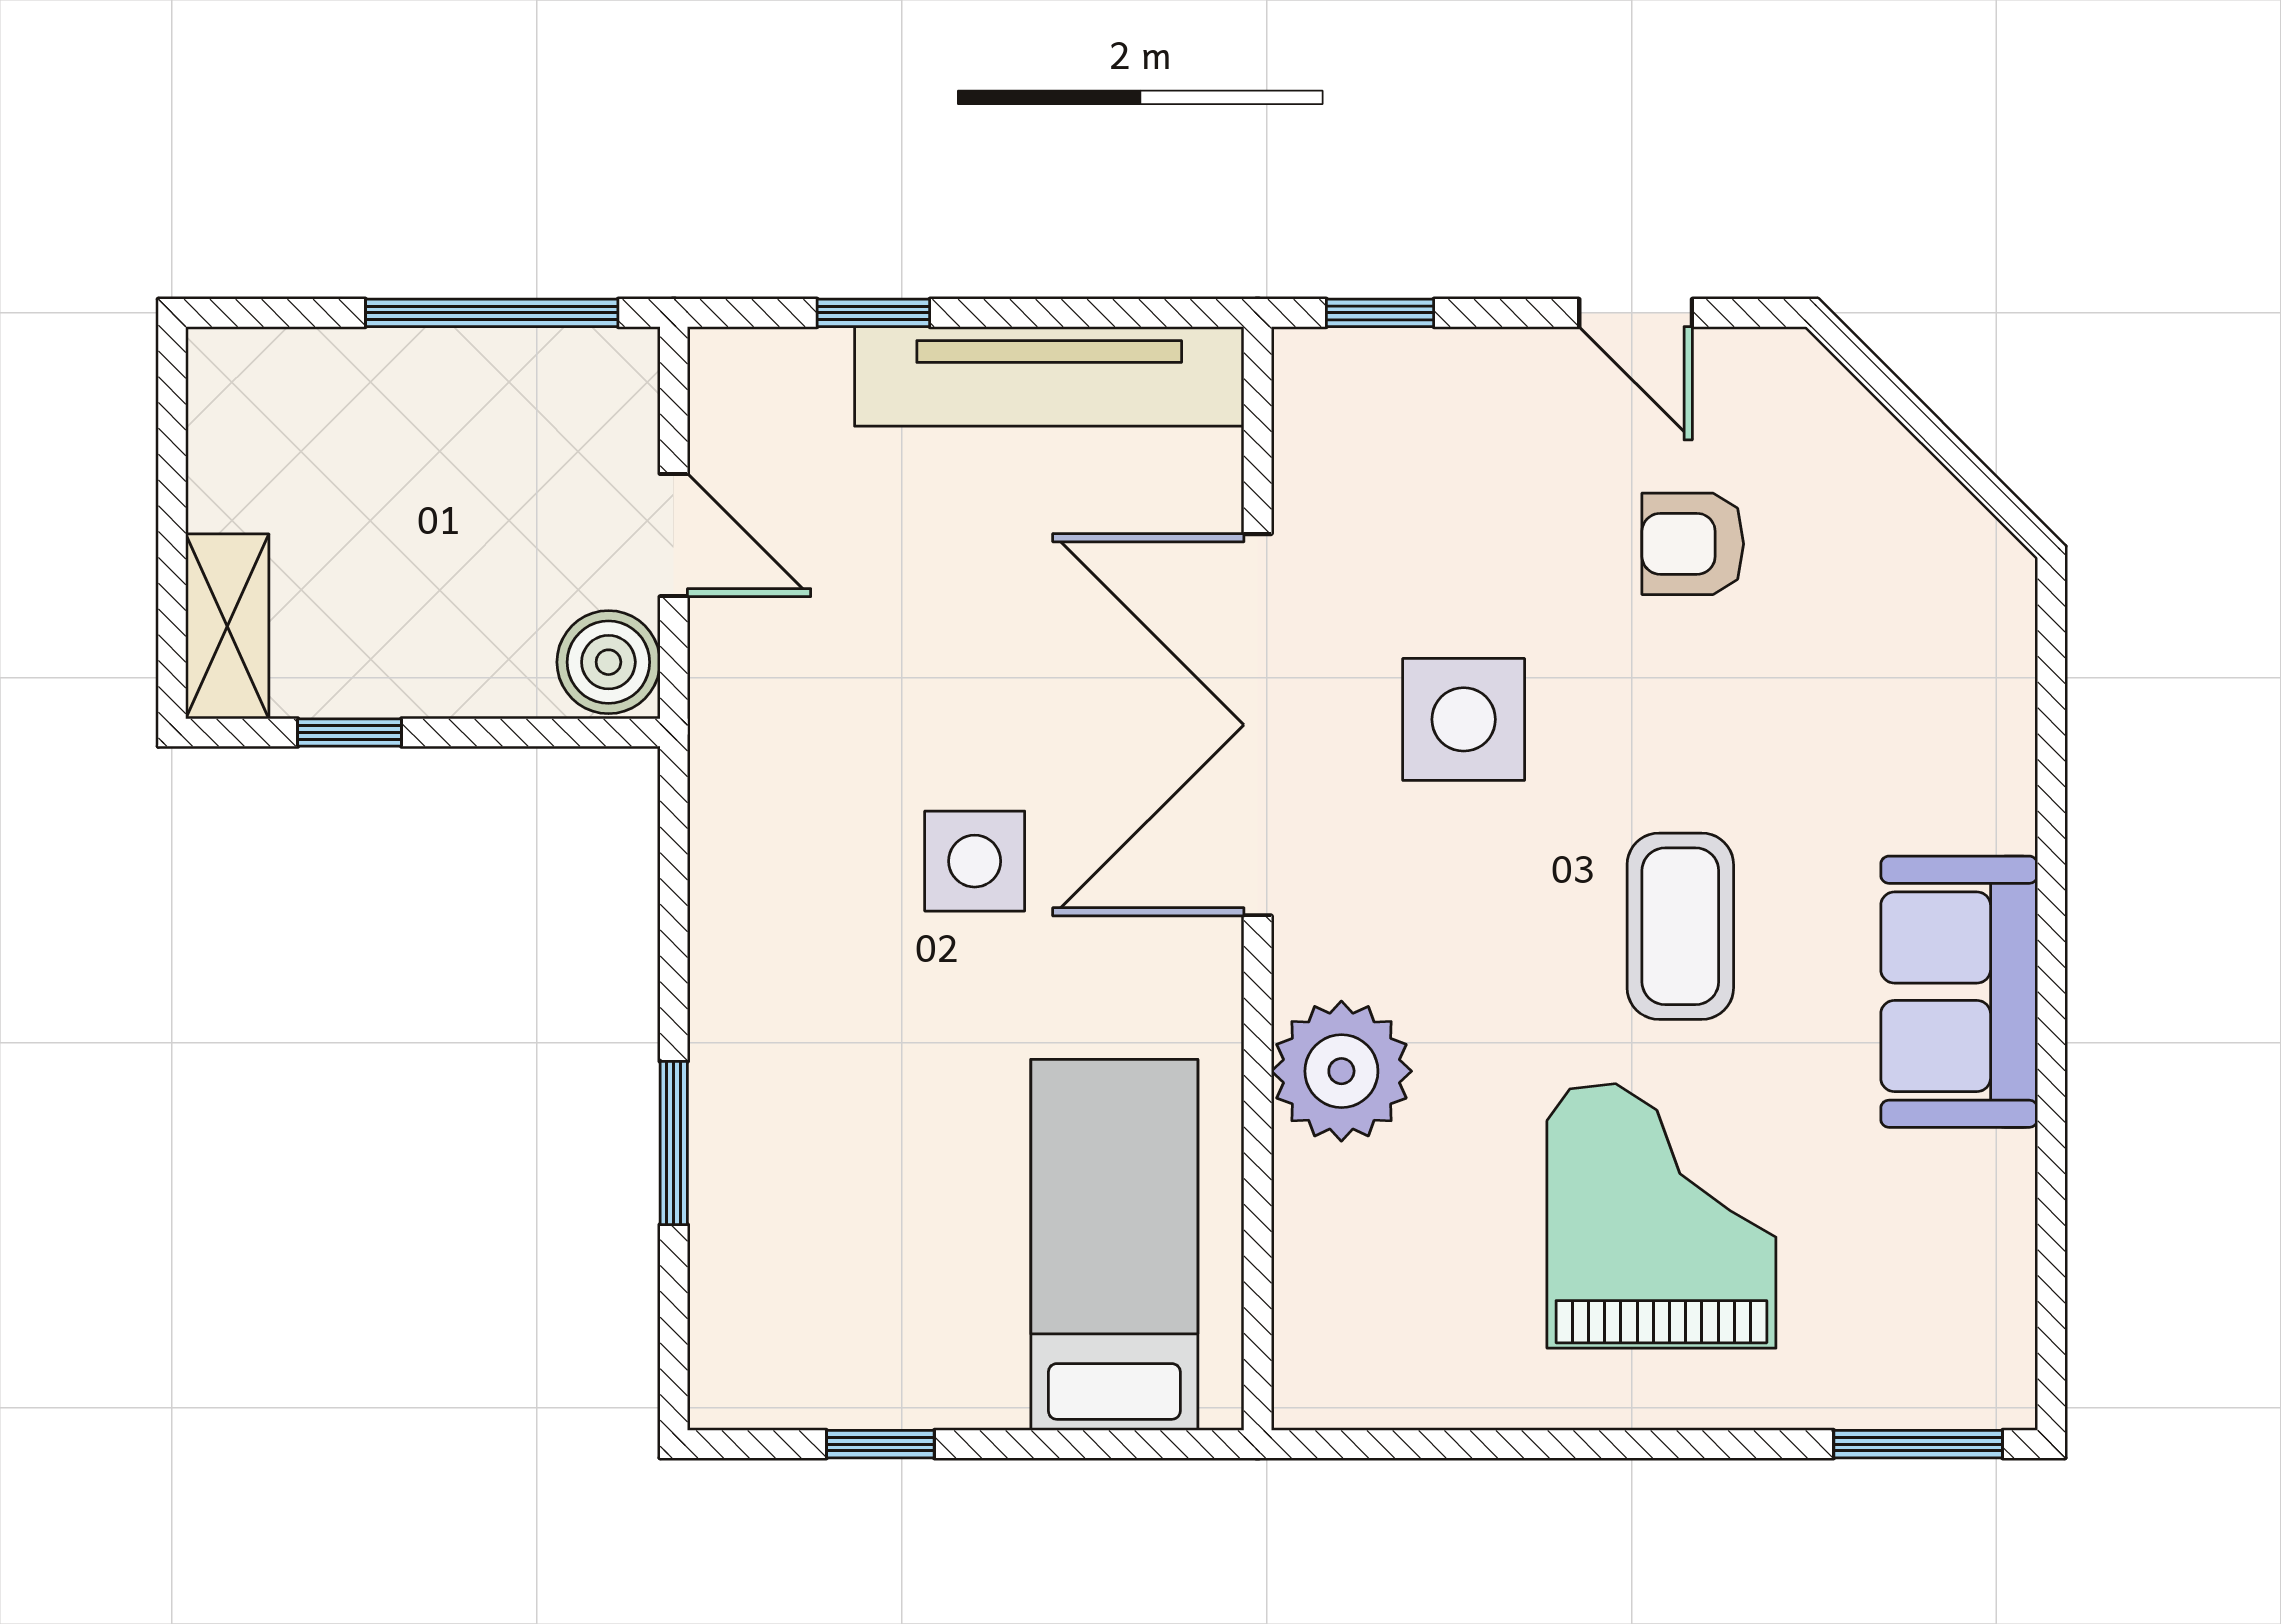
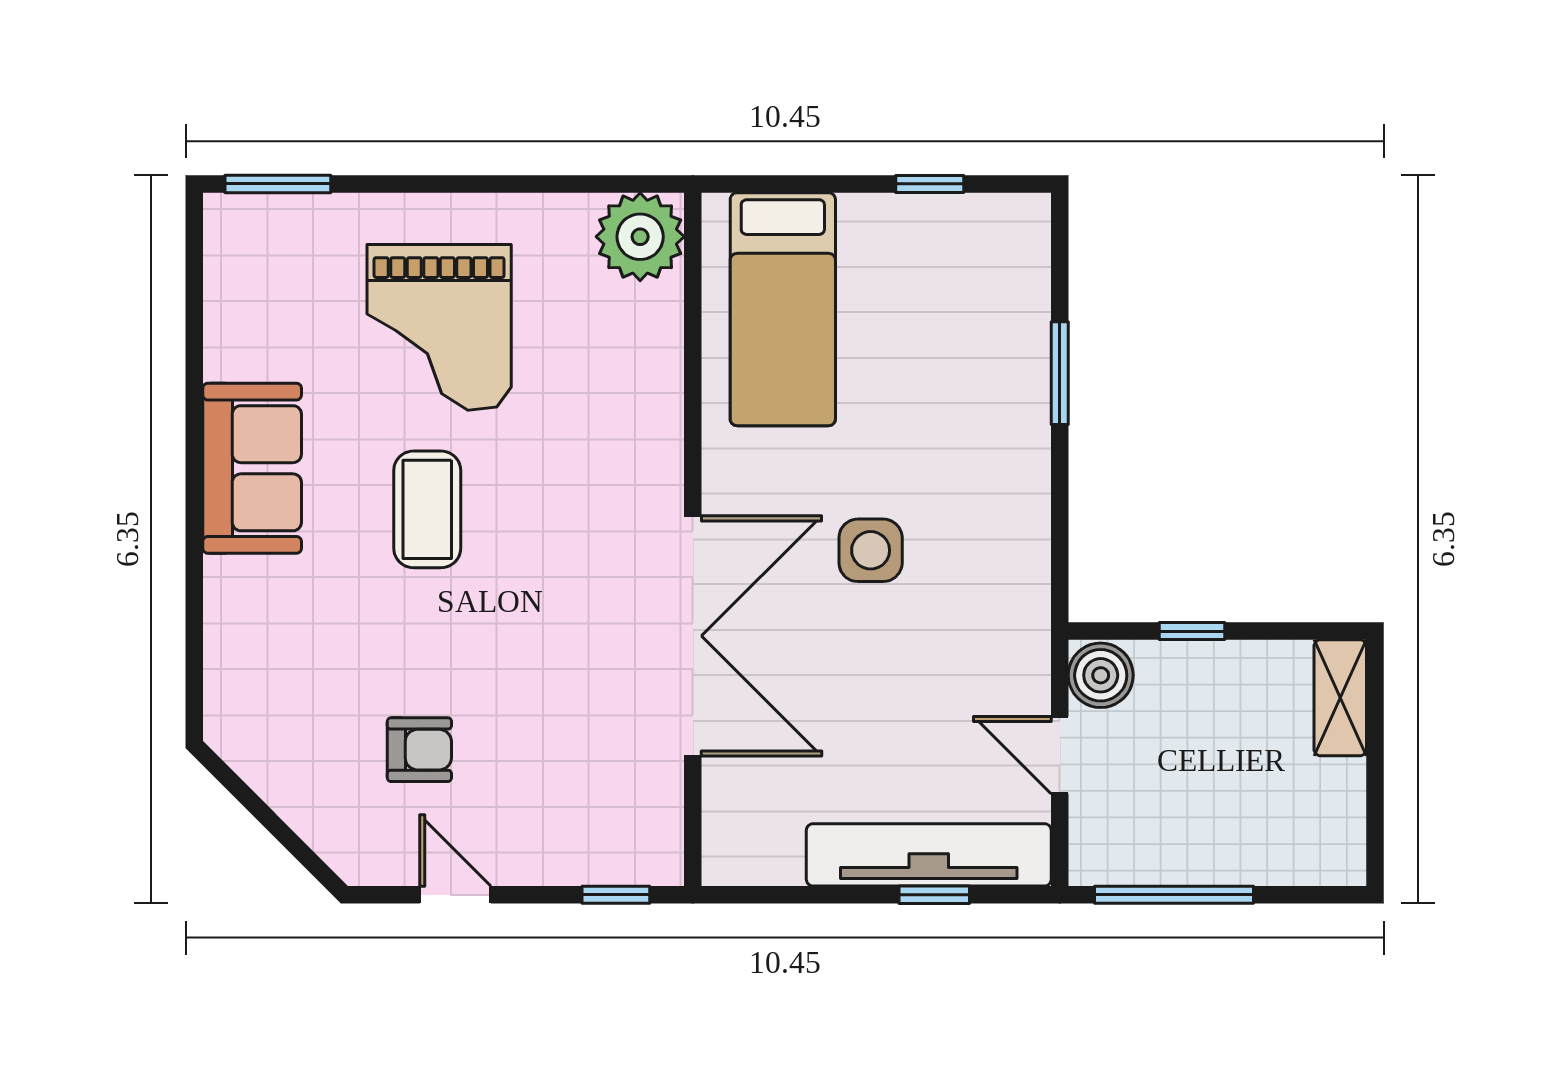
tv unit: (1049, 376) -> (929, 855), moved
side table: (1464, 719) -> (563, 639), removed
window: (350, 733) -> (1192, 631), moved
plant: (1341, 1071) -> (640, 237), moved

